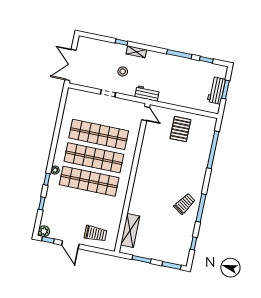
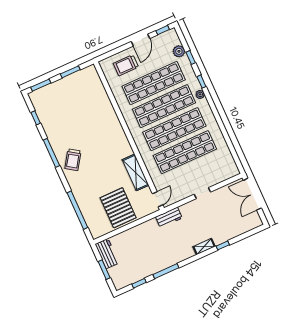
double door: (71, 65) -> (252, 194), swing flipped
stool: (123, 71) -> (203, 221), removed
workbench: (216, 90) -> (107, 254), moved
door: (146, 114) -> (158, 199), swing flipped
pallet: (180, 129) -> (118, 208), width x1.37, depth x1.41
trolley: (185, 204) -> (73, 160), moved
shop shelf: (84, 205) -> (154, 83), added
plant: (44, 231) -> (179, 51), moved
shelving: (130, 231) -> (136, 172), moved
door: (70, 245) -> (141, 40), swing flipped

